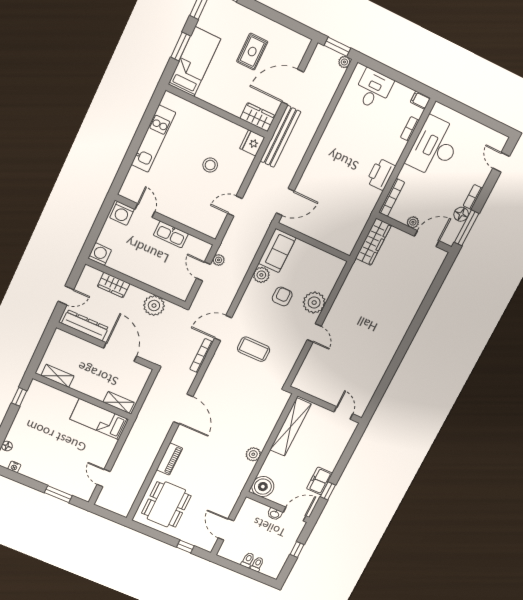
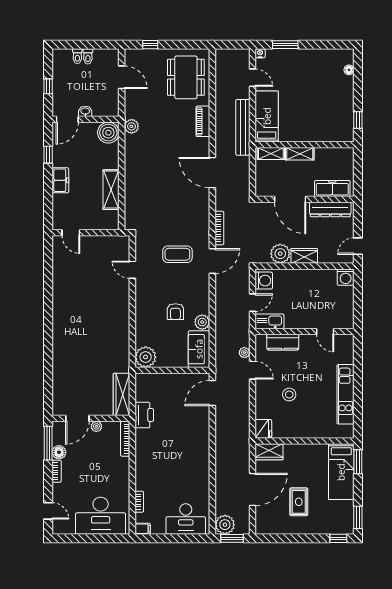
window: (181, 46) -> (358, 462), moved
plant: (344, 62) -> (225, 525), width x1.88, depth x1.88
desk: (373, 89) -> (186, 519), width x1.37
bench: (280, 136) -> (243, 127), moved
desk: (434, 147) -> (101, 516), moved, turned 90
printer: (381, 174) -> (144, 415), moved
door: (235, 206) -> (252, 370), hinge flipped
washing machine: (122, 213) -> (264, 281), moved, turned 90
kitchen counter: (192, 220) -> (283, 342), added
kitchen sink: (171, 234) -> (269, 321), moved
plant: (219, 260) -> (244, 353), moved
door: (203, 271) -> (252, 303), hinge flipped
wardrobe: (114, 285) -> (304, 256), moved
door: (66, 295) -> (358, 246), moved
plant: (314, 303) -> (146, 357), moved
door: (314, 333) -> (132, 270), moved
freezer: (74, 344) -> (332, 189), added
shelving: (57, 376) -> (300, 154), moved
bed: (99, 419) -> (267, 116), moved, turned -90
shelving: (291, 427) -> (111, 190), width x0.68
plant: (253, 454) -> (132, 126), moved
nightstand: (14, 467) -> (260, 53), moved
freezer: (320, 481) -> (60, 180), moved

